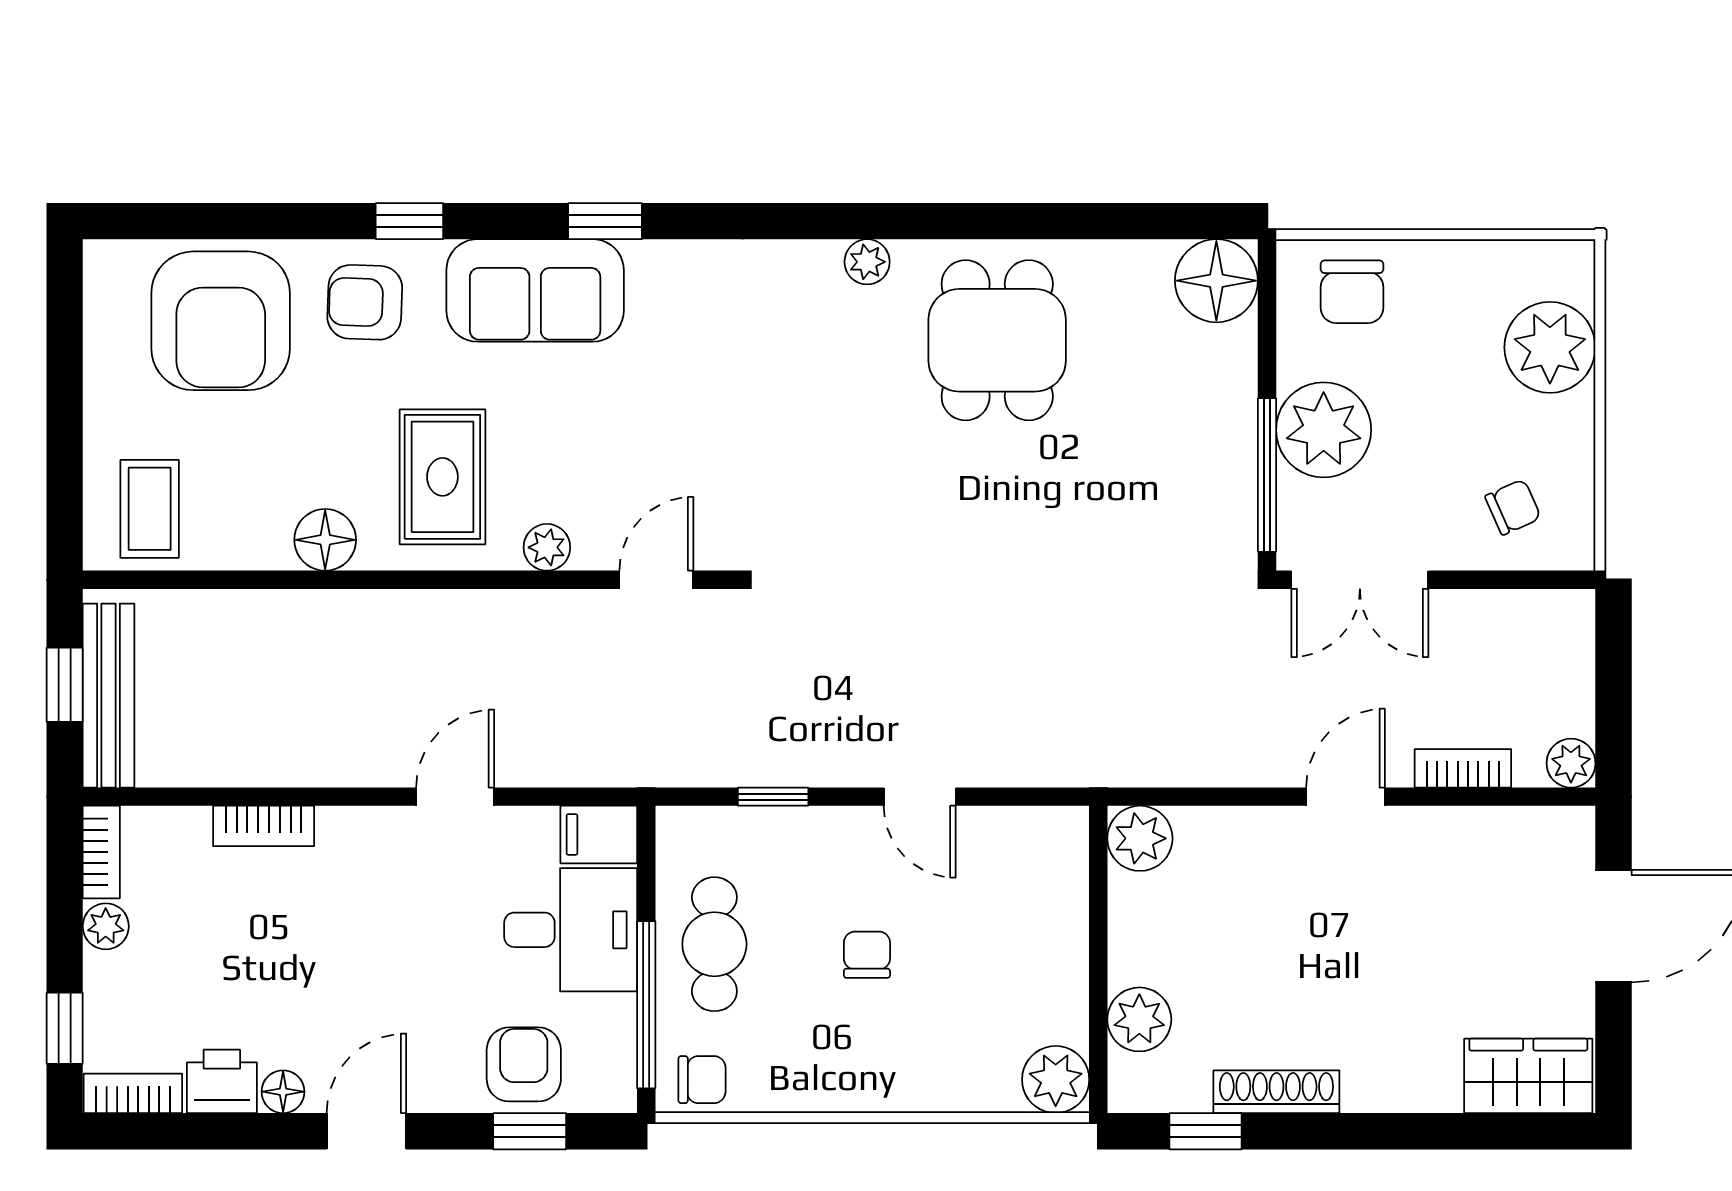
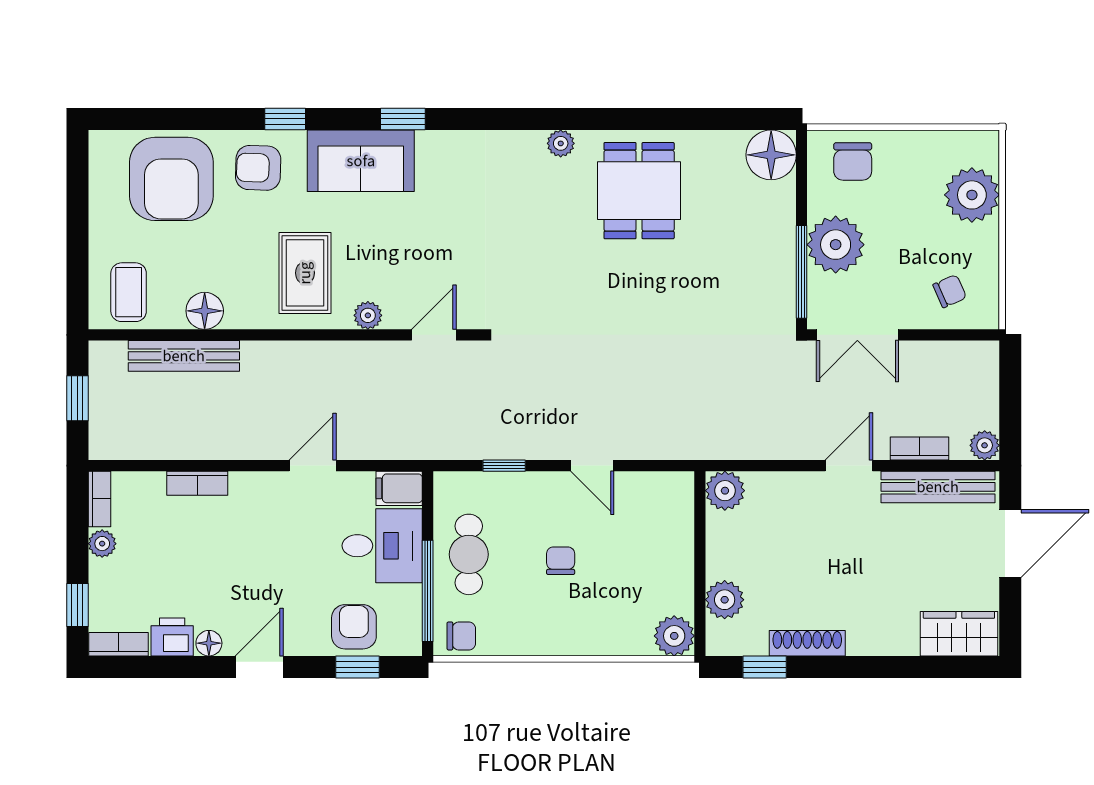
floor lamp: (325, 540) -> (205, 311), moved
bench: (108, 696) -> (184, 356), moved, turned 90
bench: (1494, 832) -> (938, 487), added

